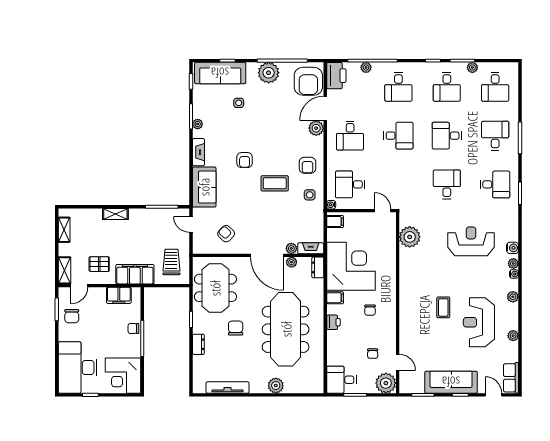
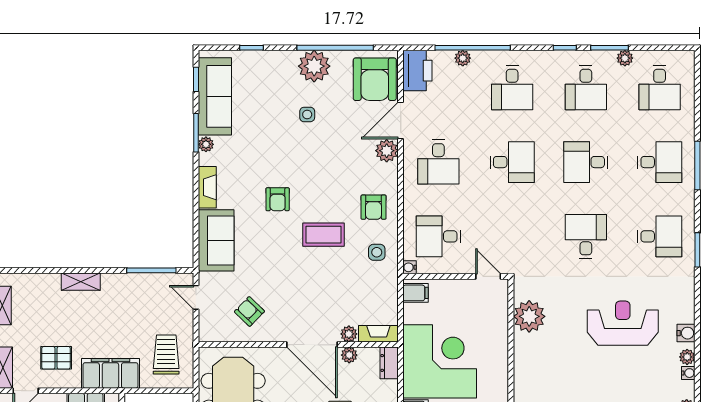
sofa: (220, 73) -> (215, 96), moved, turned -90
side table: (239, 103) -> (307, 114), moved
desk: (495, 136) -> (660, 162), turned 90

